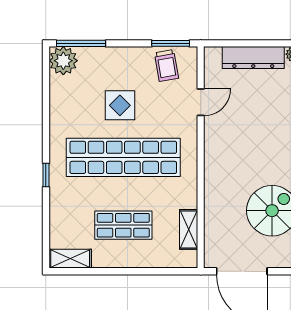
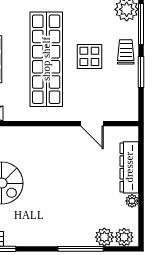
window: (171, 43) -> (141, 72), moved
trolley: (167, 66) -> (126, 52), moved, turned 100

